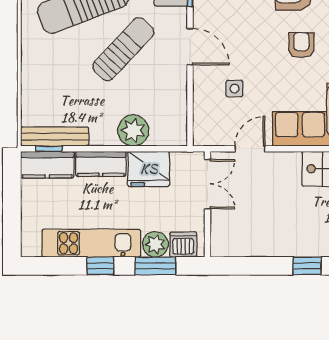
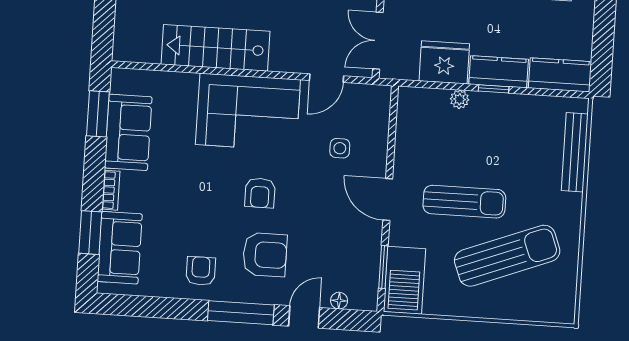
sun lounger: (123, 49) -> (464, 202), turned -133
plant: (133, 130) -> (460, 99), width x0.53, depth x0.53
bench: (55, 137) -> (575, 152), moved, turned 90
window: (49, 149) -> (494, 89), moved

